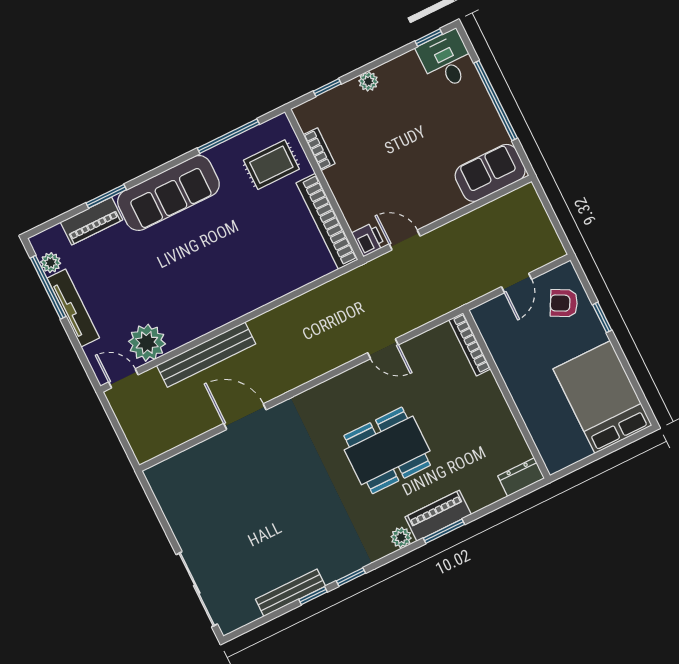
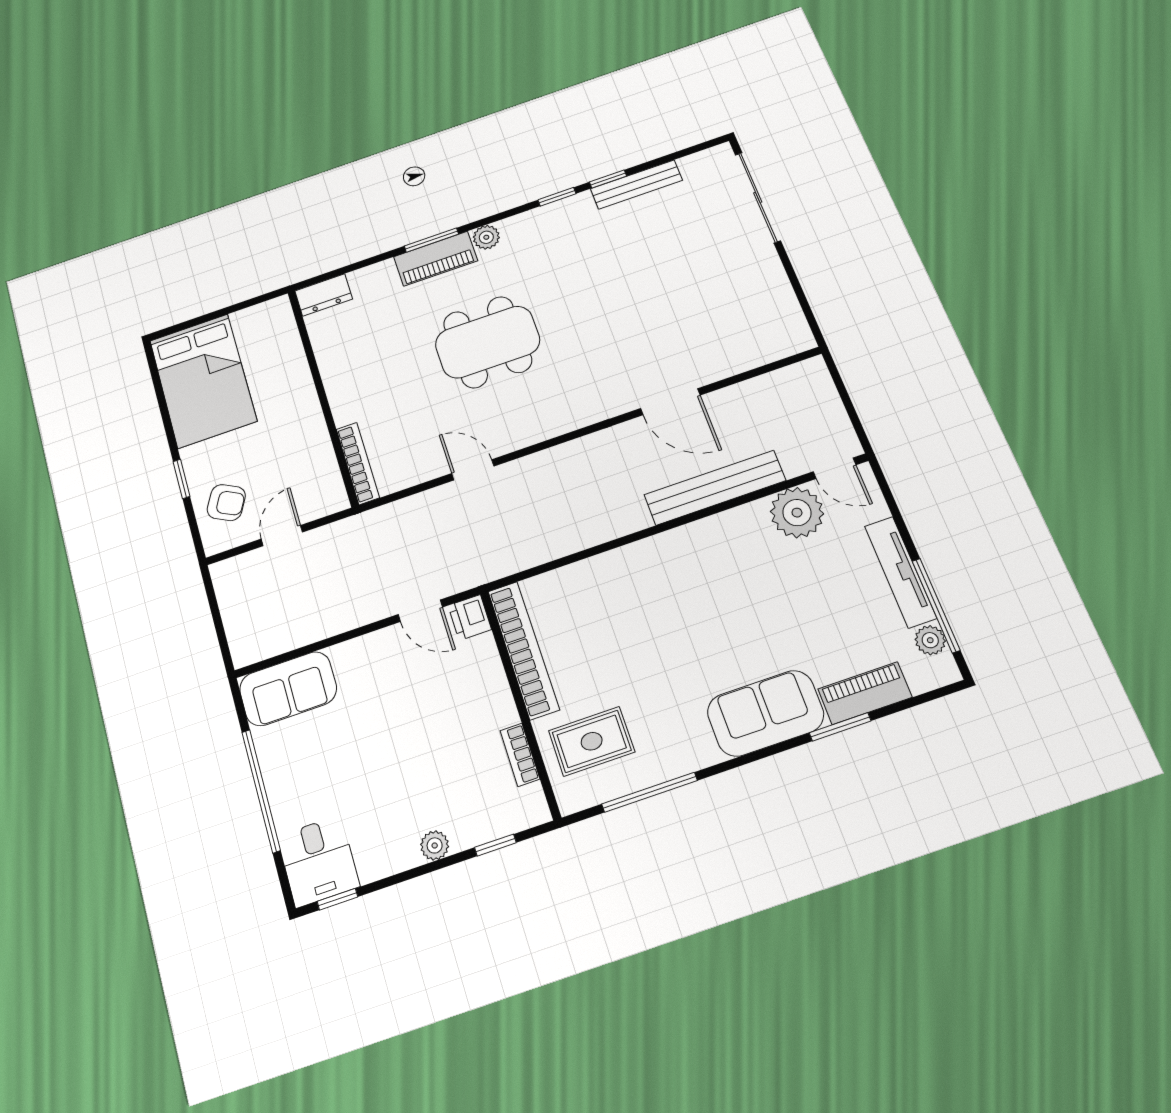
sofa: (168, 193) -> (765, 713), width x0.73

